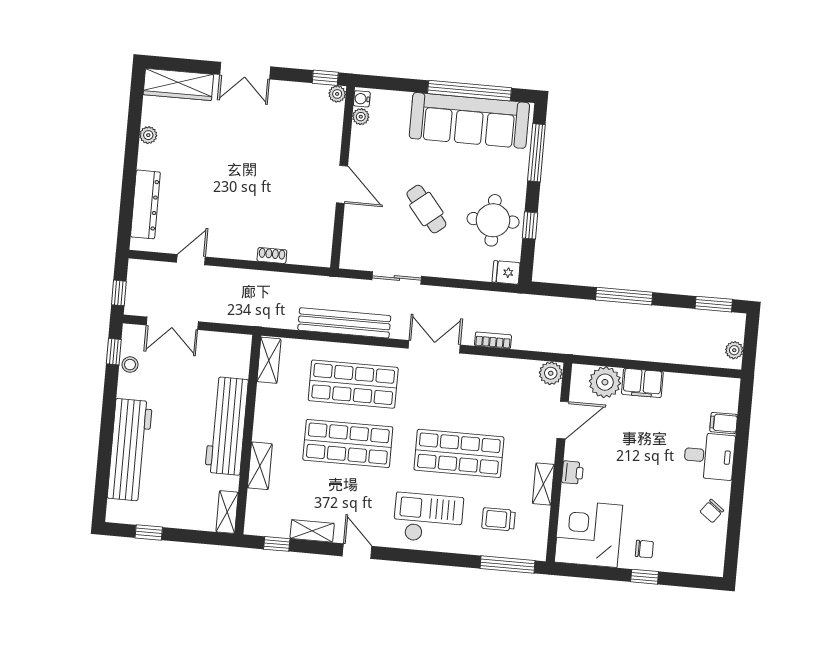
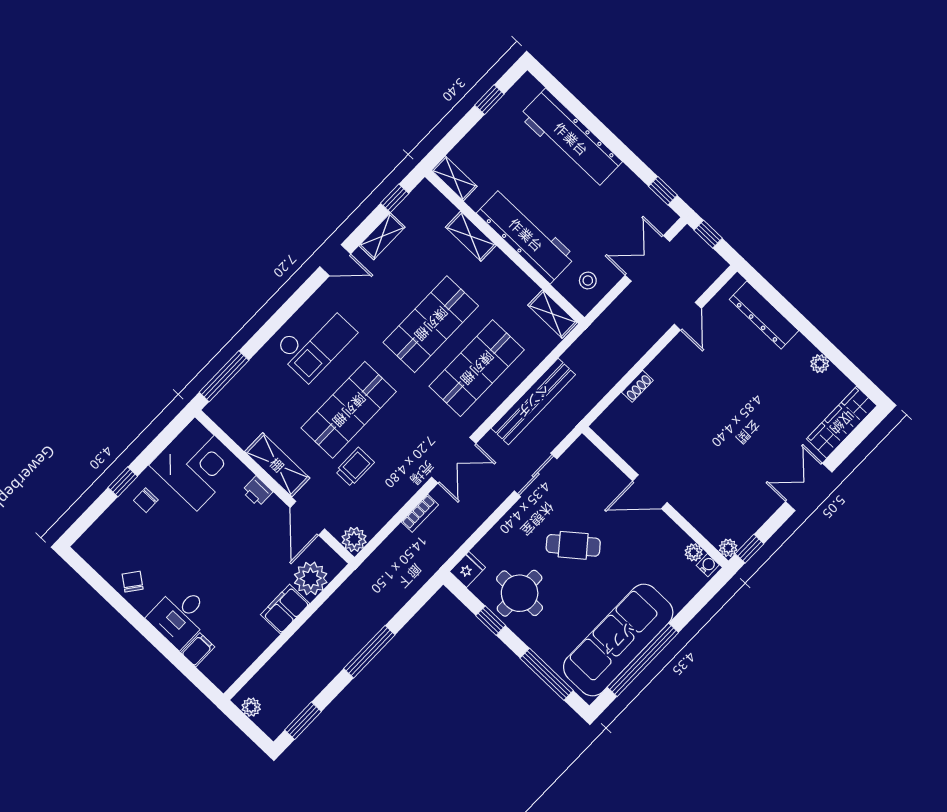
stool: (130, 365) -> (588, 280), moved
shelving: (543, 484) -> (277, 465), width x1.50, depth x1.33
trolley: (499, 519) -> (355, 467), moved

